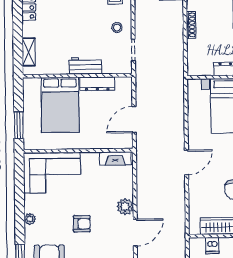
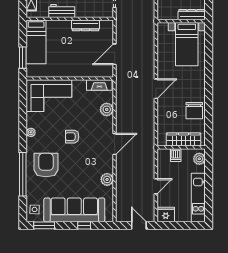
workbench: (85, 66) -> (62, 11), moved
bed: (60, 105) -> (36, 42), moved, width x0.67
plant: (125, 207) -> (107, 109), moved
armchair: (82, 224) -> (72, 137), turned 180

